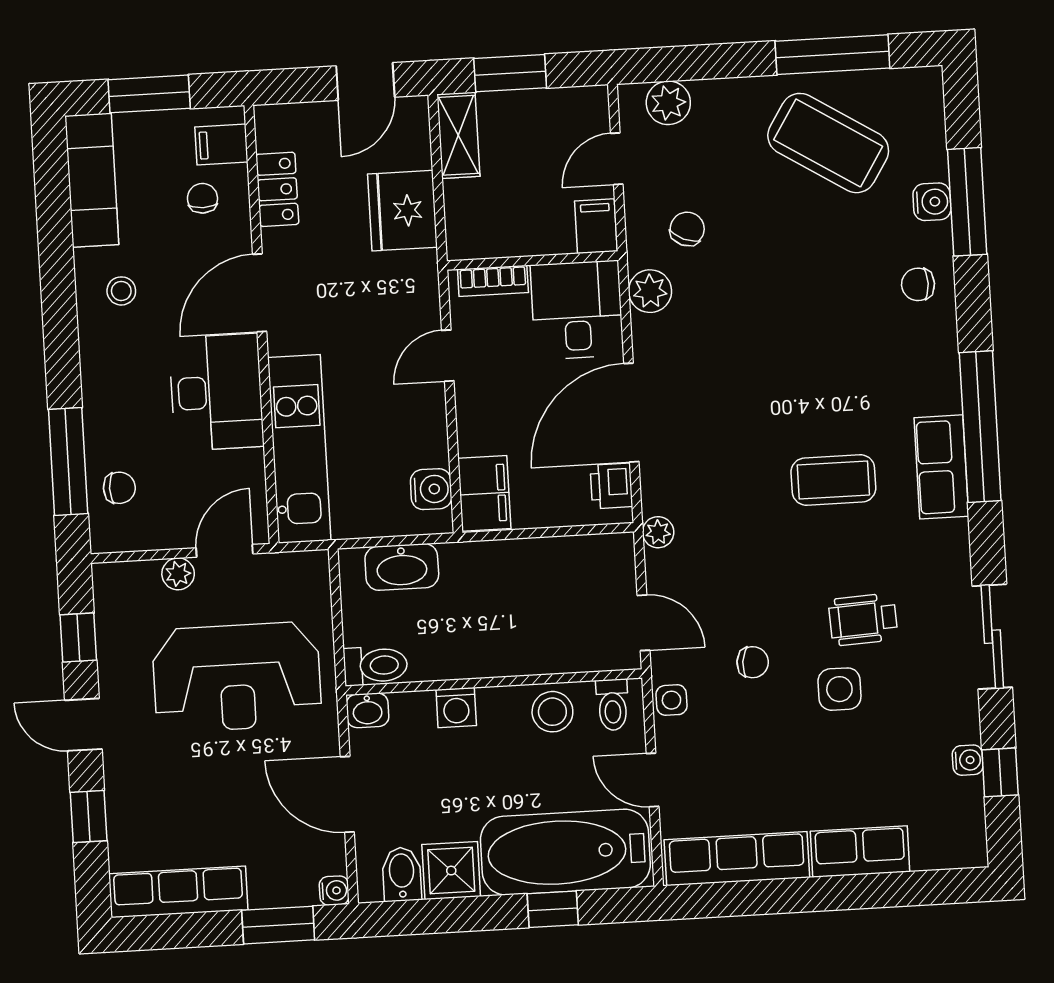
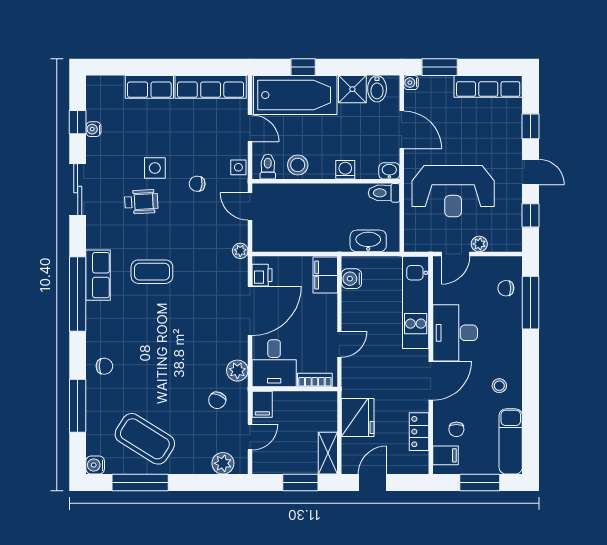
water cooler: (932, 202) -> (95, 465), moved
reception desk: (237, 677) -> (453, 191), turned 180

